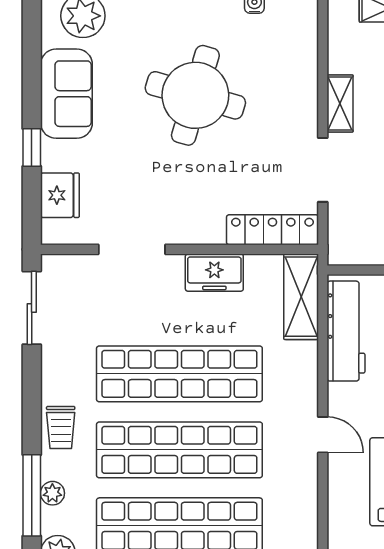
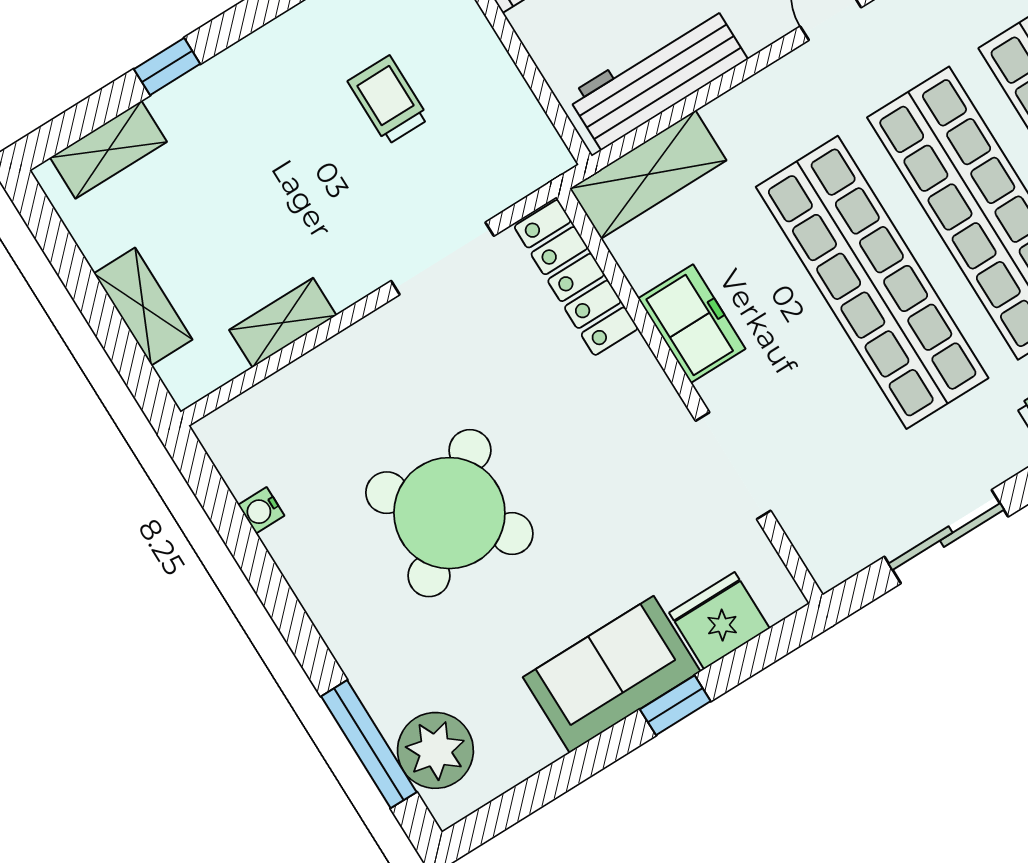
sofa: (66, 94) -> (612, 674), moved
round table: (195, 95) -> (449, 513), turned 34
shelving: (340, 103) -> (283, 323), moved
sliding door: (32, 308) -> (946, 537), moved

